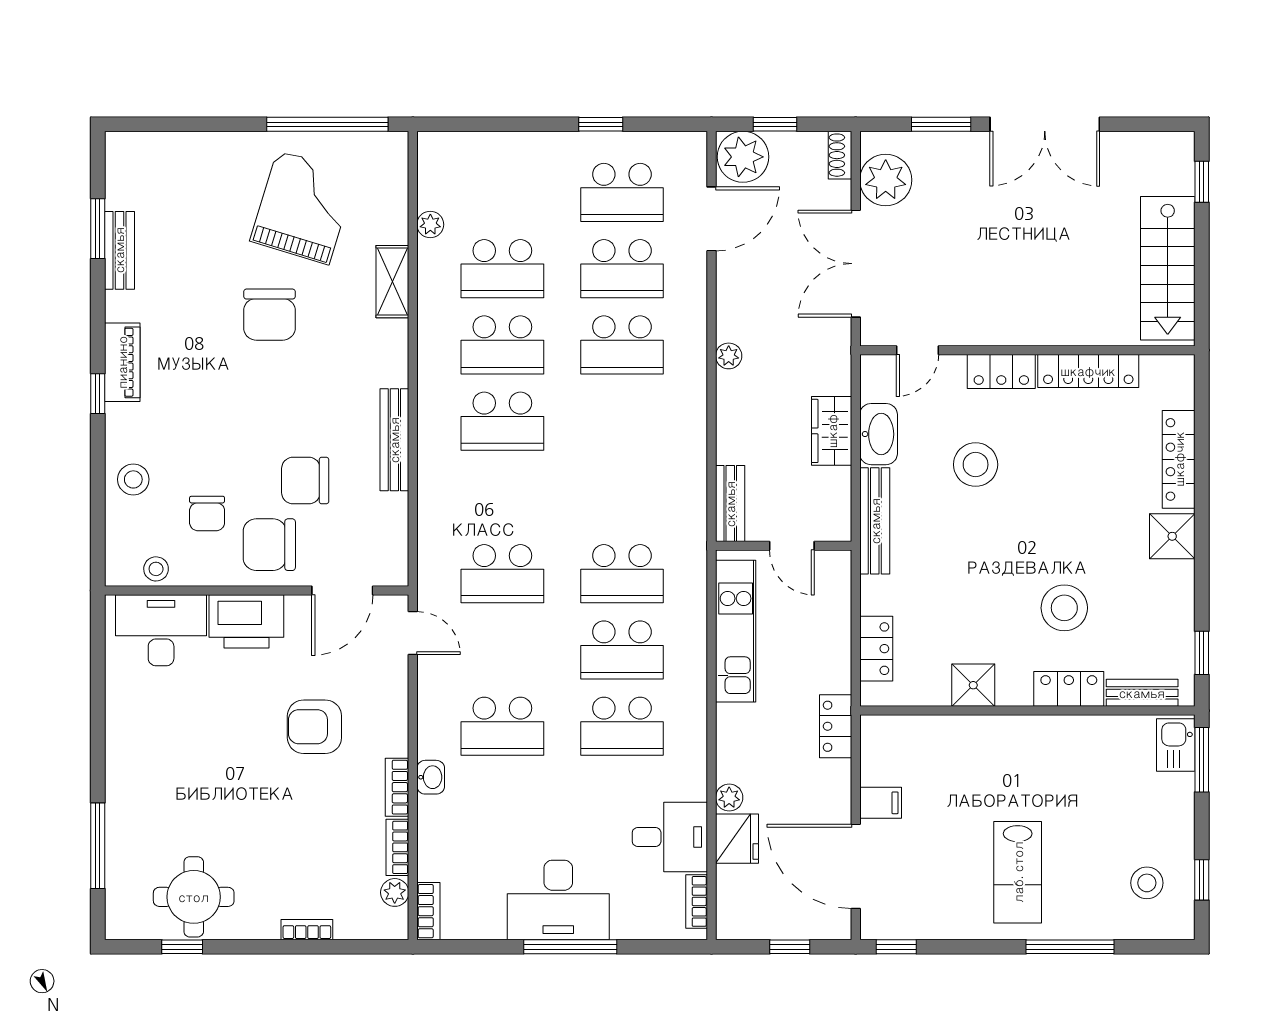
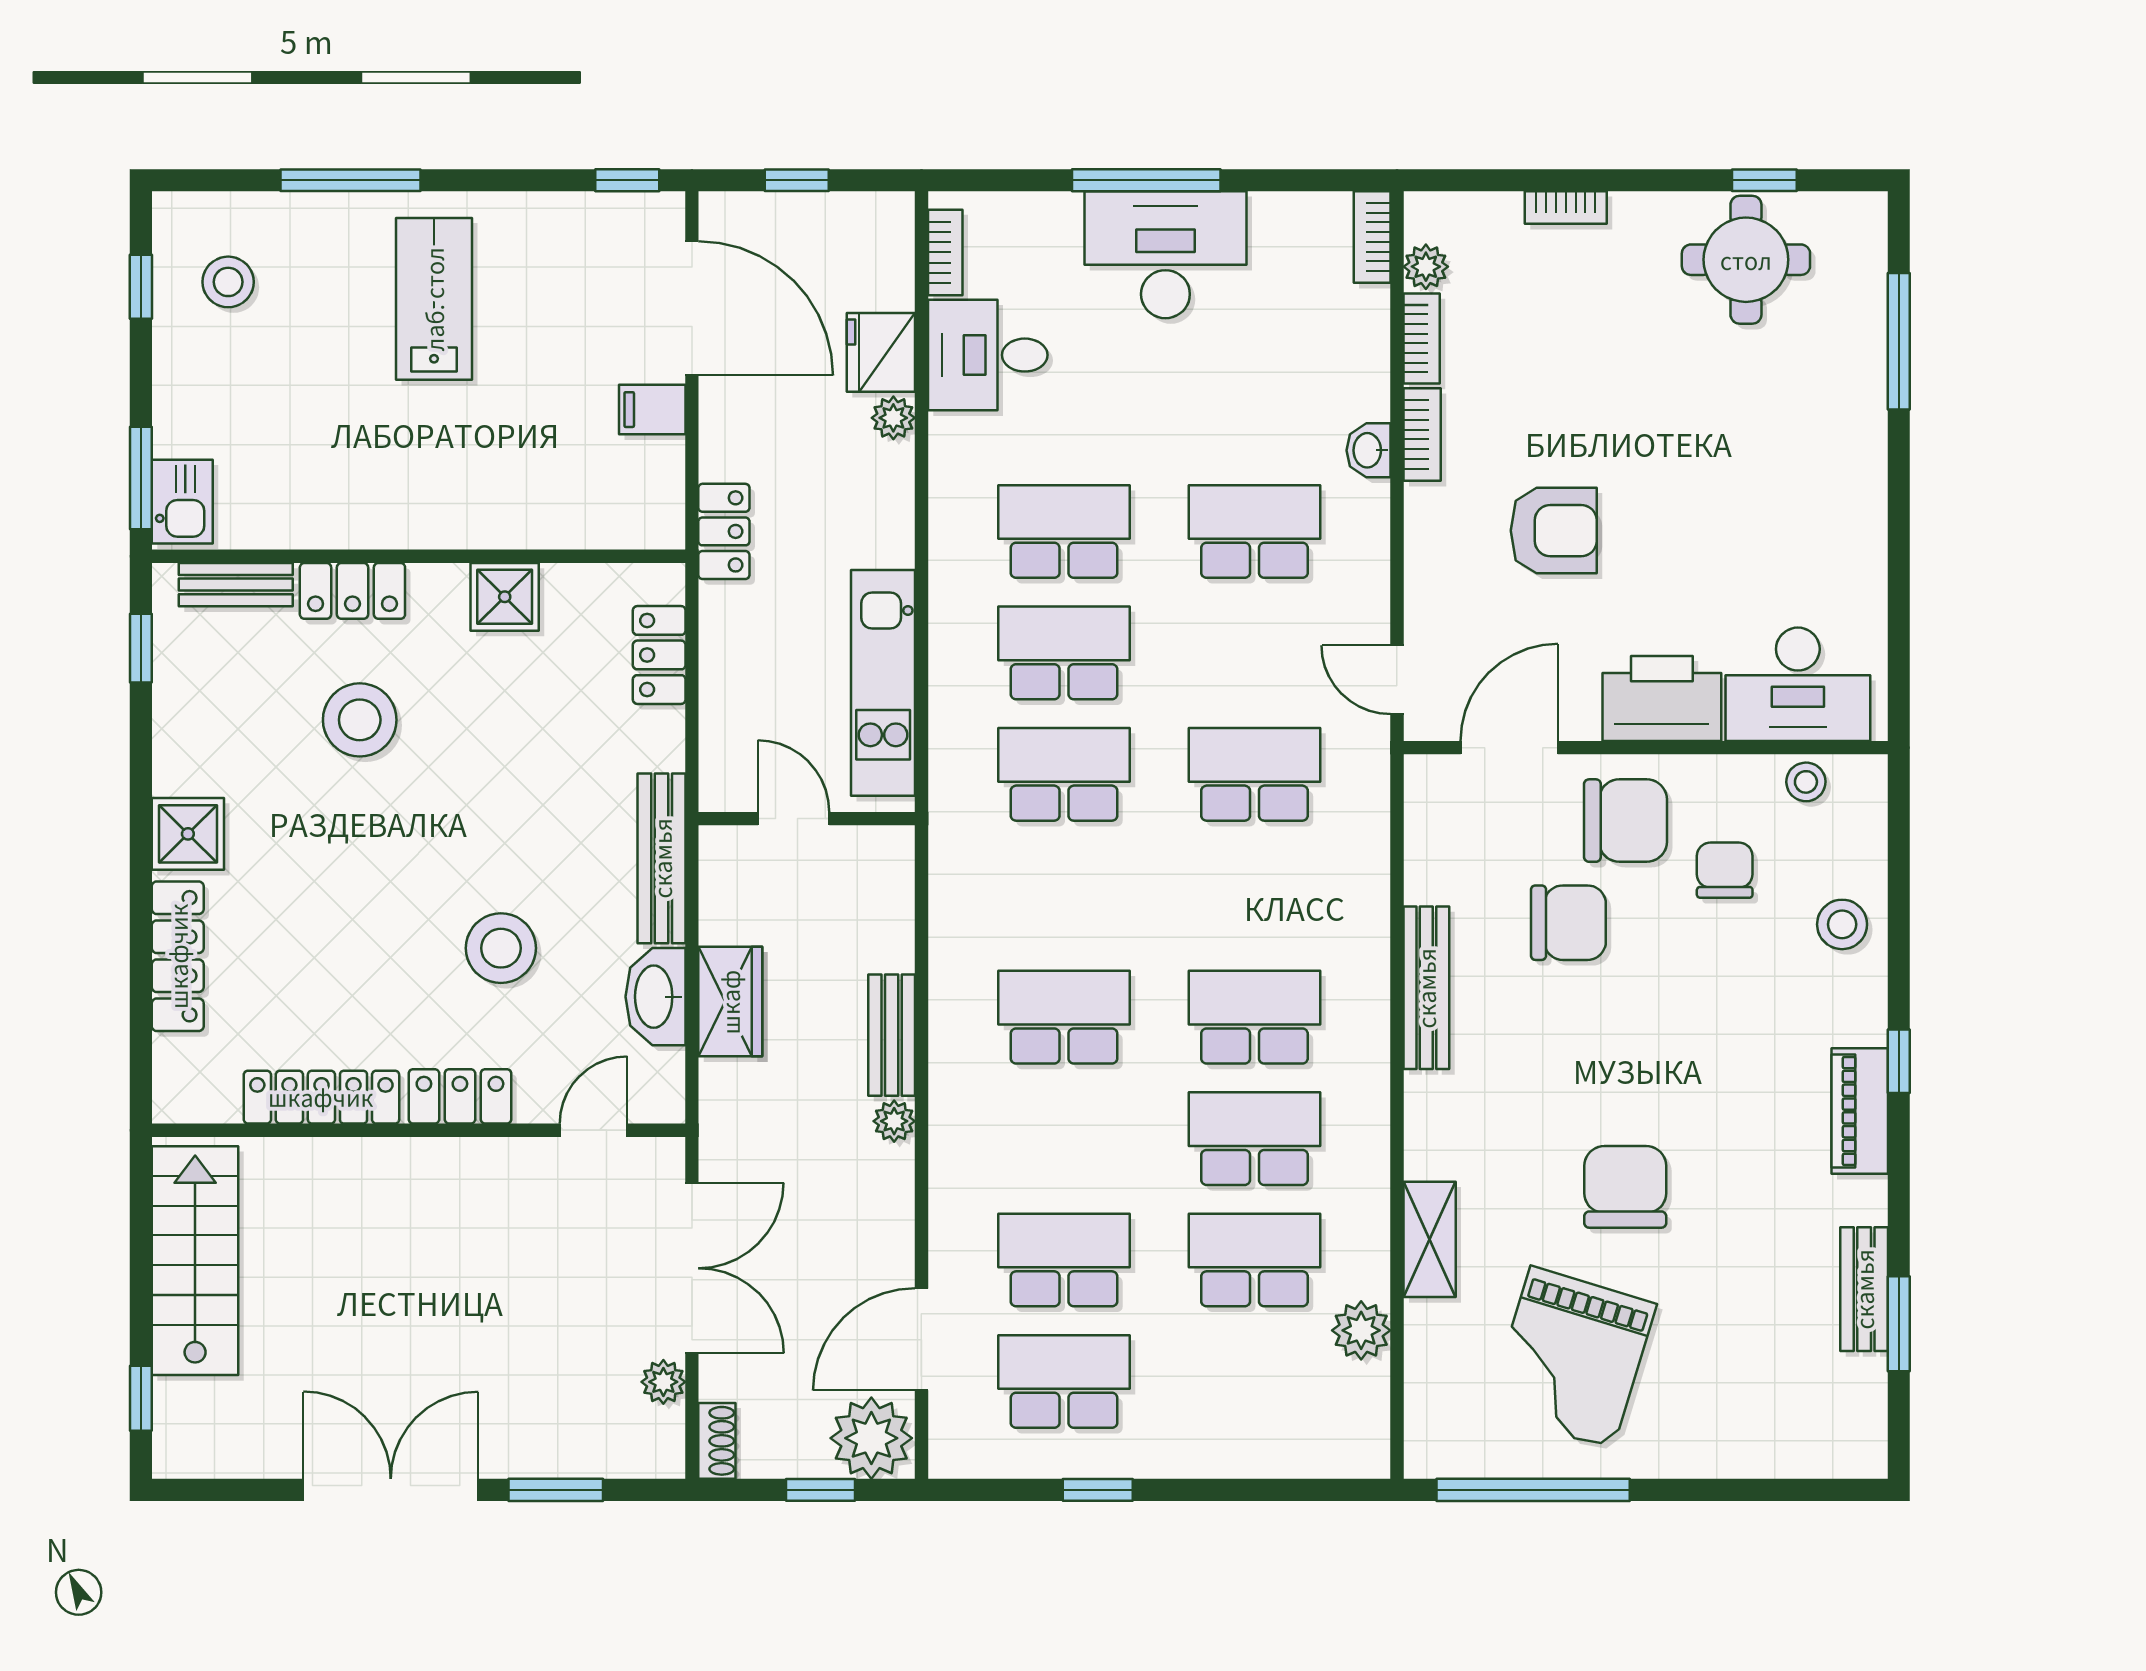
plant: (886, 180) -> (663, 1382), width x0.53, depth x0.53
plant: (430, 225) -> (1361, 1330), width x1.38, depth x1.38
school desk: (622, 345) -> (1064, 1017), moved
bench: (730, 504) -> (892, 1035), moved

